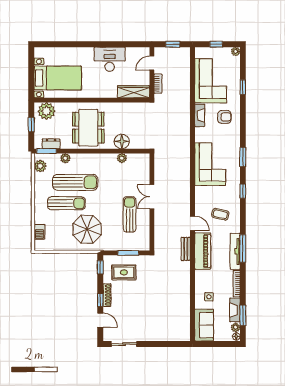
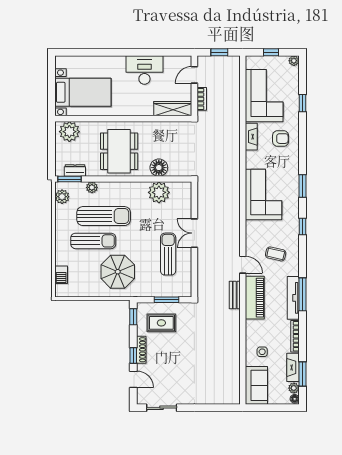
window: (31, 125) -> (52, 148), removed
plant: (122, 158) -> (159, 192), width x1.87, depth x1.87

